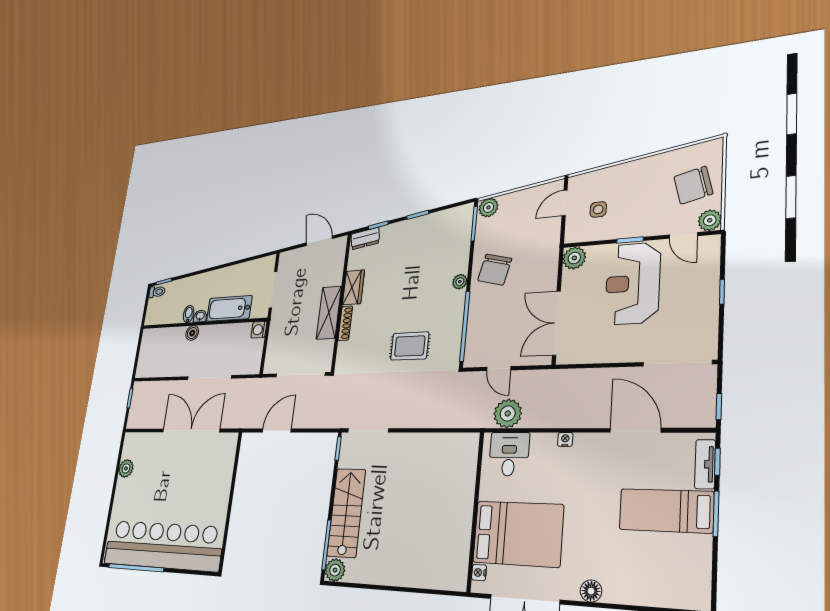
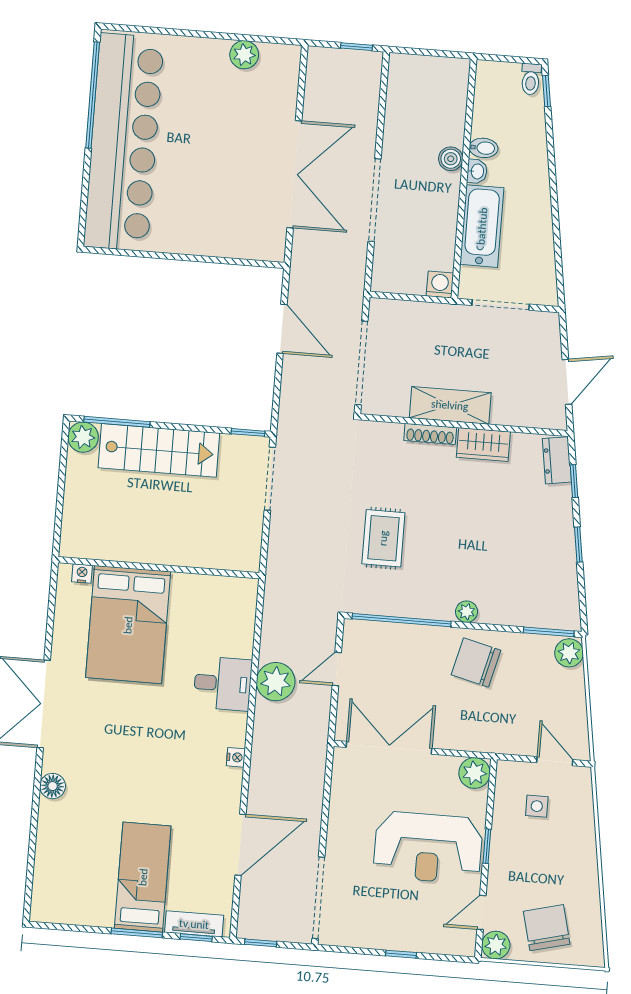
reception desk: (633, 283) -> (428, 848), turned 180
wall: (475, 511) -> (159, 568), moved
bed: (518, 534) -> (128, 625), moved
nightstand: (479, 573) -> (82, 573), moved

